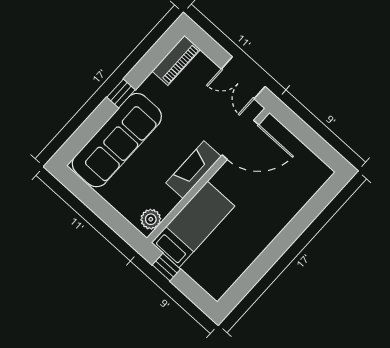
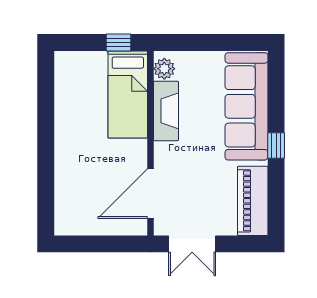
piano: (176, 60) -> (253, 201), width x1.37, depth x1.33
double door: (243, 78) -> (192, 244), swing flipped
fireplace: (193, 170) -> (166, 111), moved

